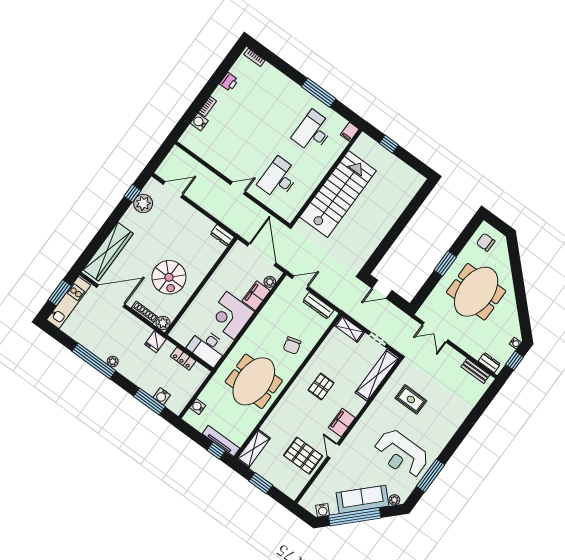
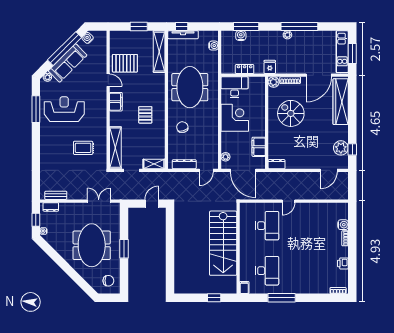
filing cabinet: (256, 296) -> (259, 147), moved, turned 180
shelving: (254, 449) -> (159, 52), width x1.47

